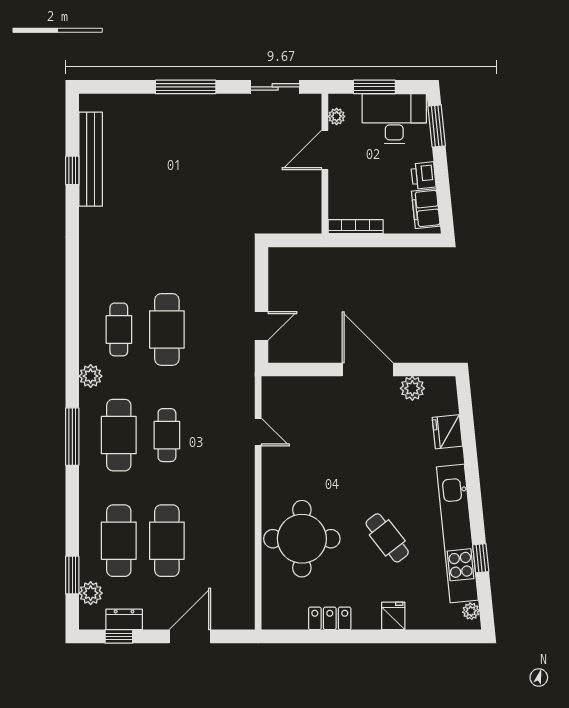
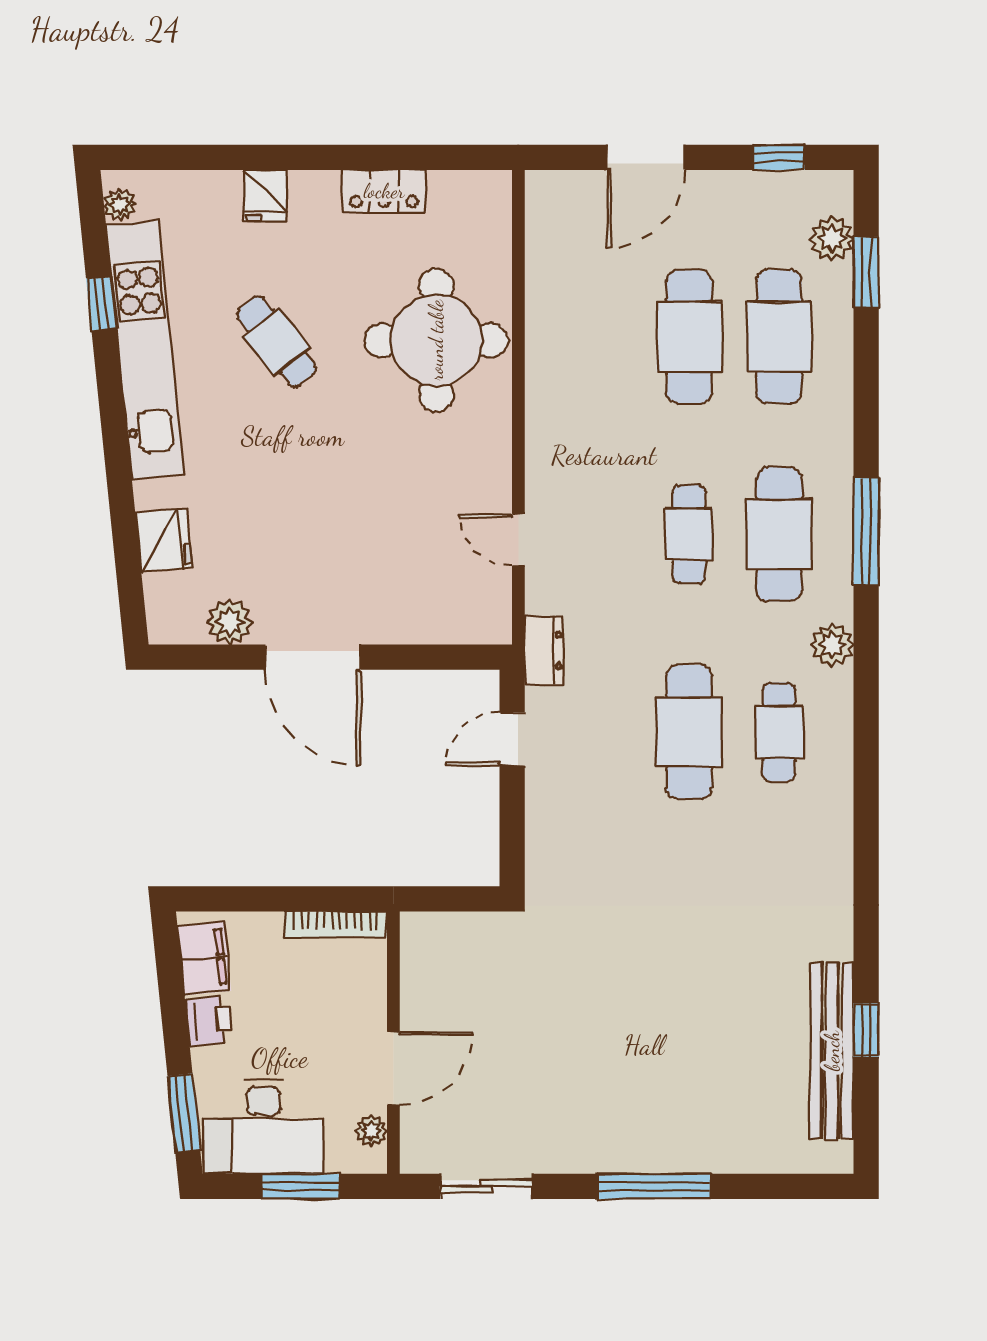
dresser: (124, 619) -> (544, 650), moved, turned -90

